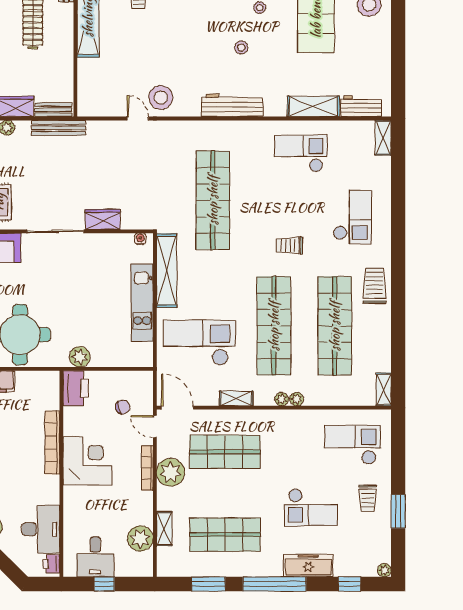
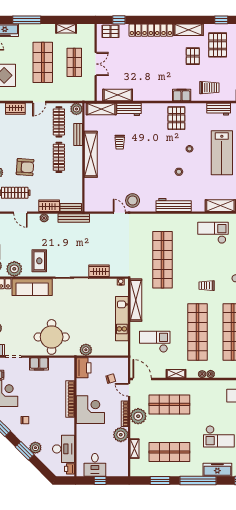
checkout: (199, 343) -> (155, 342), width x0.73, depth x0.83
plant: (140, 538) -> (121, 435), moved

